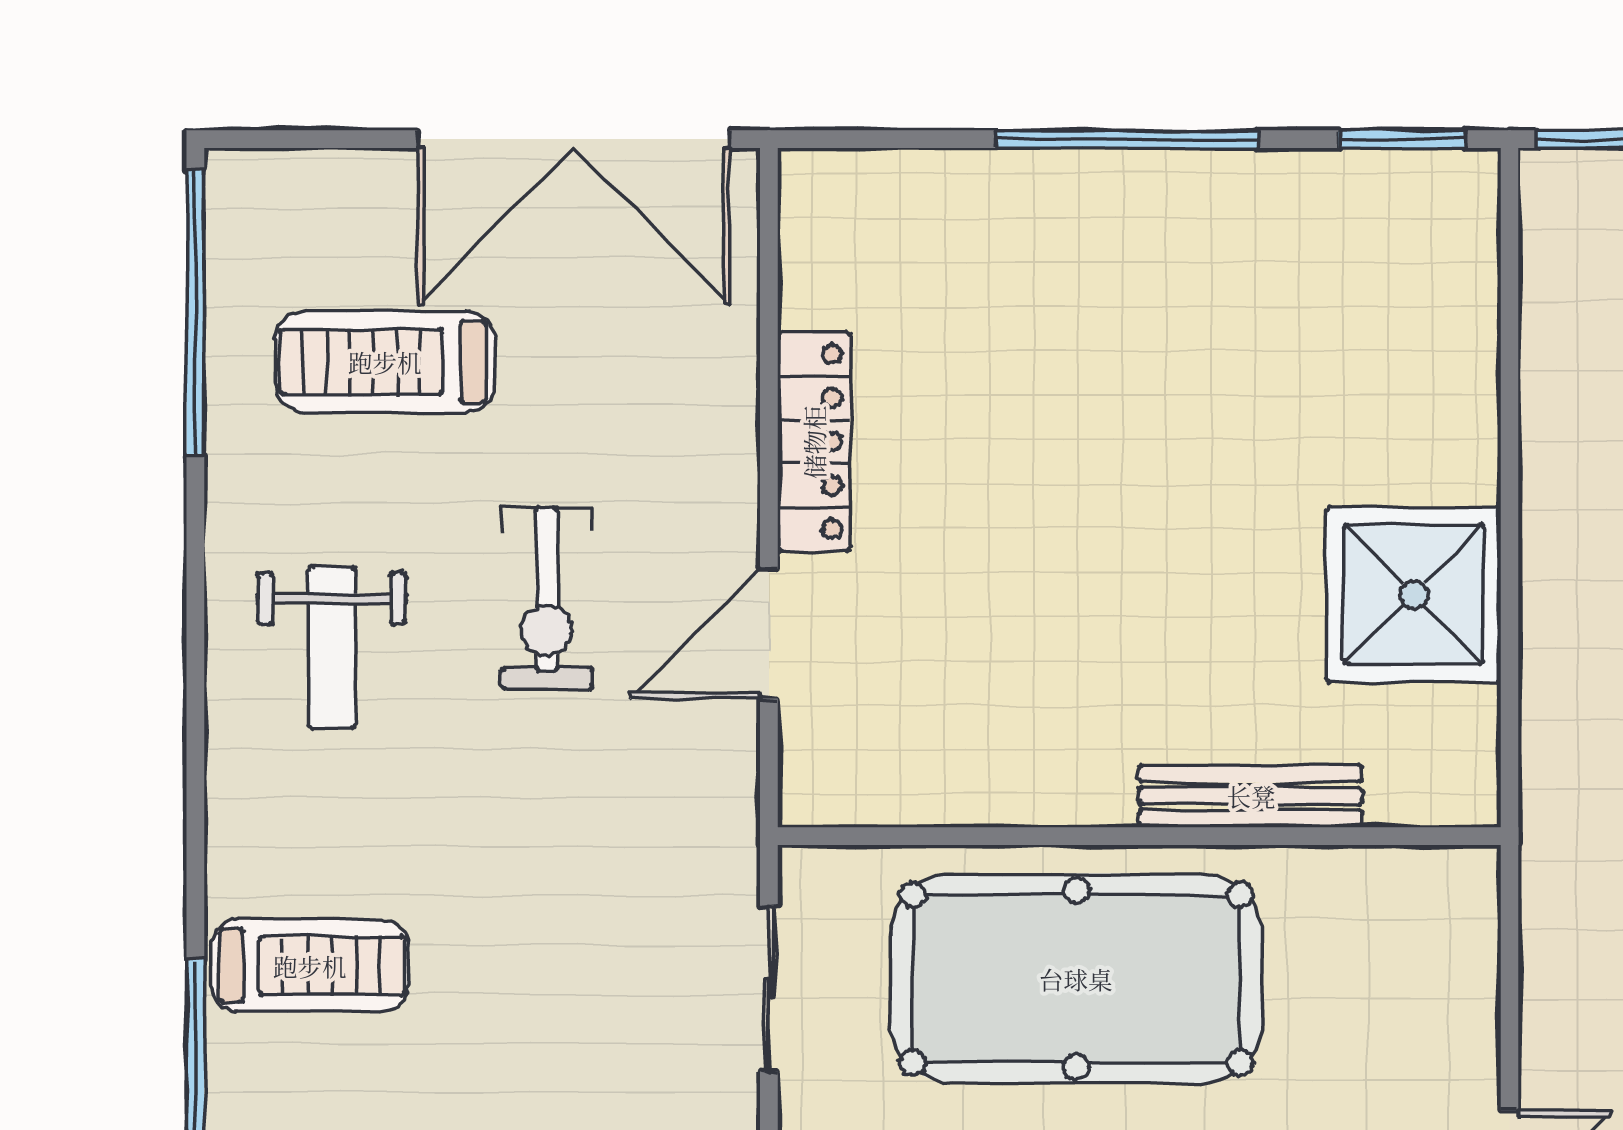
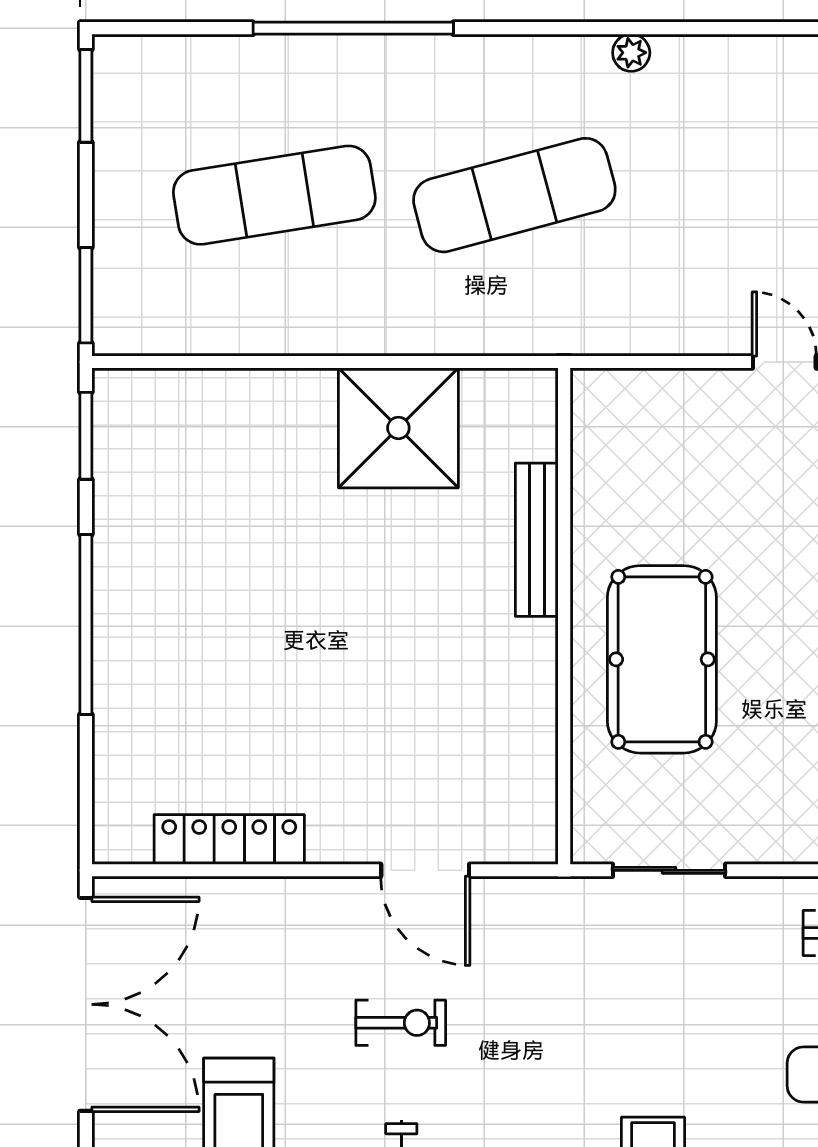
locker: (814, 442) -> (229, 839), moved
exercise bike: (547, 598) -> (401, 1023), width x0.73, depth x0.72
pool table: (1076, 979) -> (662, 659), width x0.73, depth x0.76

